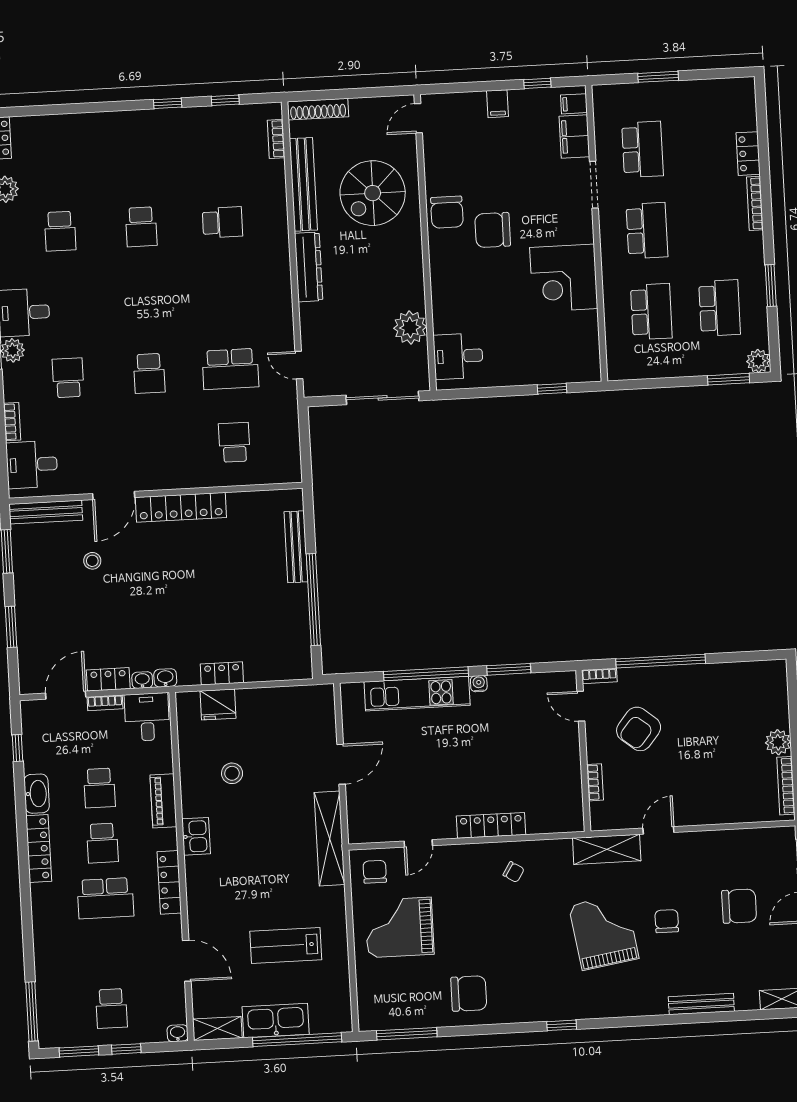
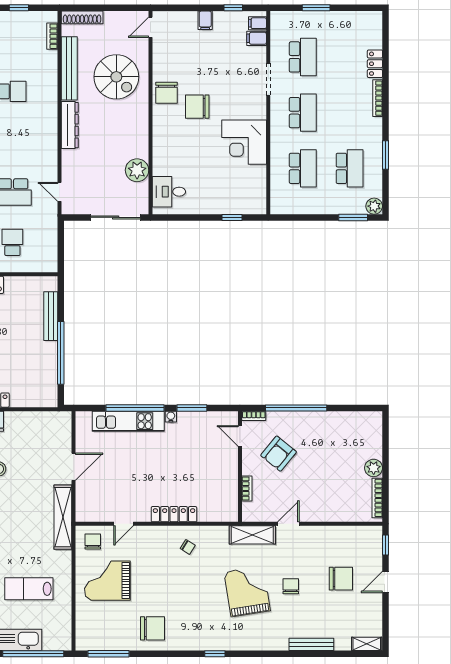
filing cabinet: (574, 136) -> (257, 38), width x0.50
spiral stairs: (373, 193) -> (116, 77), turned -90

